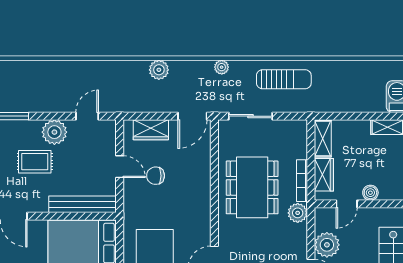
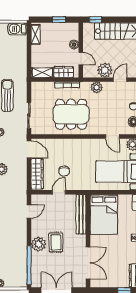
door: (87, 116) -> (29, 211), swing flipped
wardrobe: (151, 130) -> (37, 174), width x1.50
plant: (54, 132) -> (38, 244), moved
plant: (298, 213) -> (97, 87), moved

